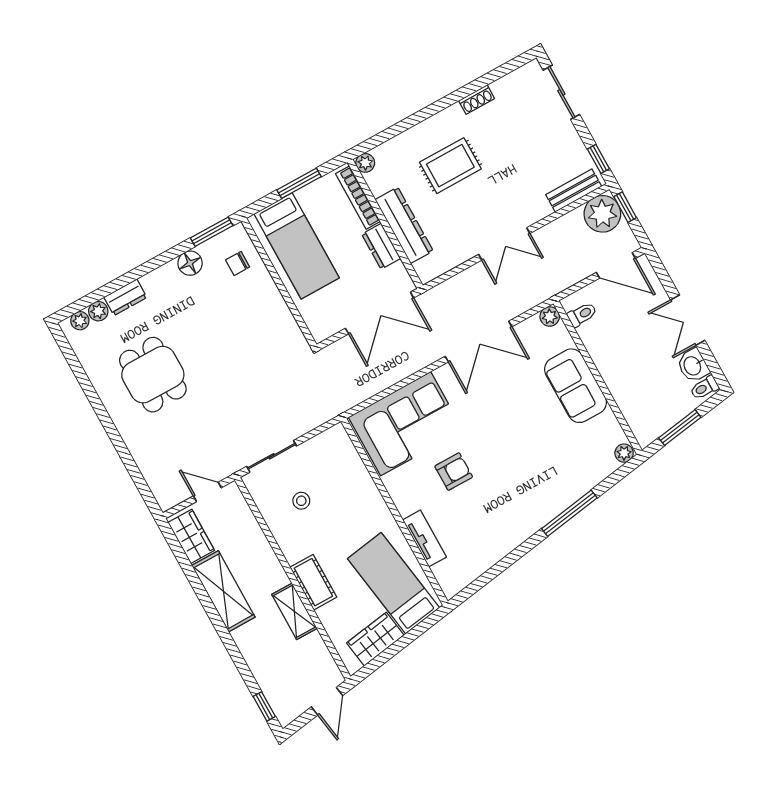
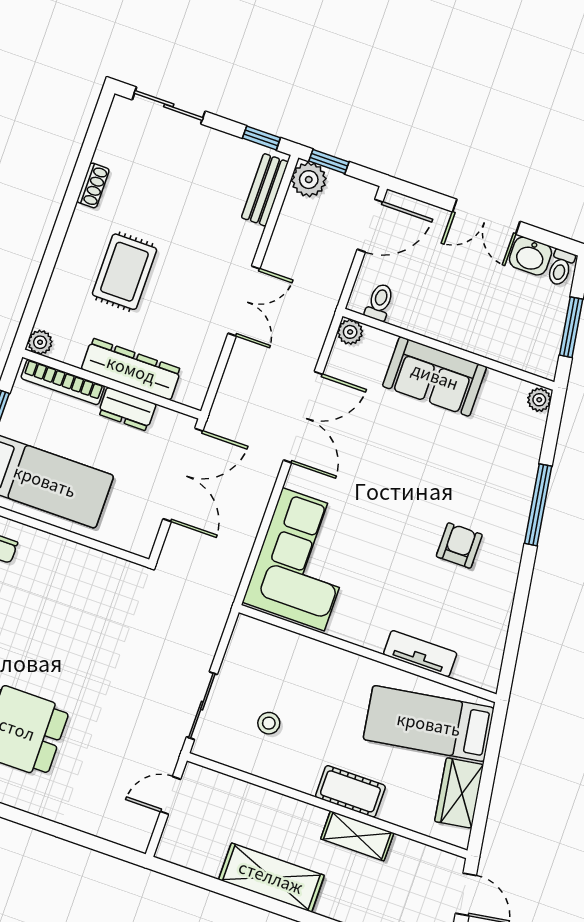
plant: (602, 214) -> (309, 180), width x0.73, depth x0.73
armchair: (454, 472) -> (459, 545), moved
wardrobe: (191, 536) -> (193, 852), removed

